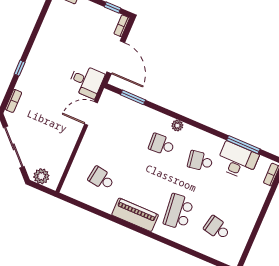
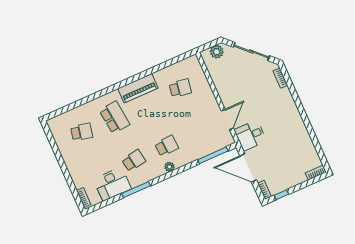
window: (20, 68) -> (297, 101), removed
window: (133, 97) -> (213, 155), width x1.44
window: (243, 145) -> (136, 190), moved

